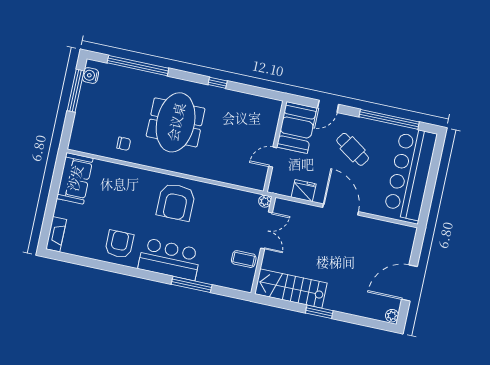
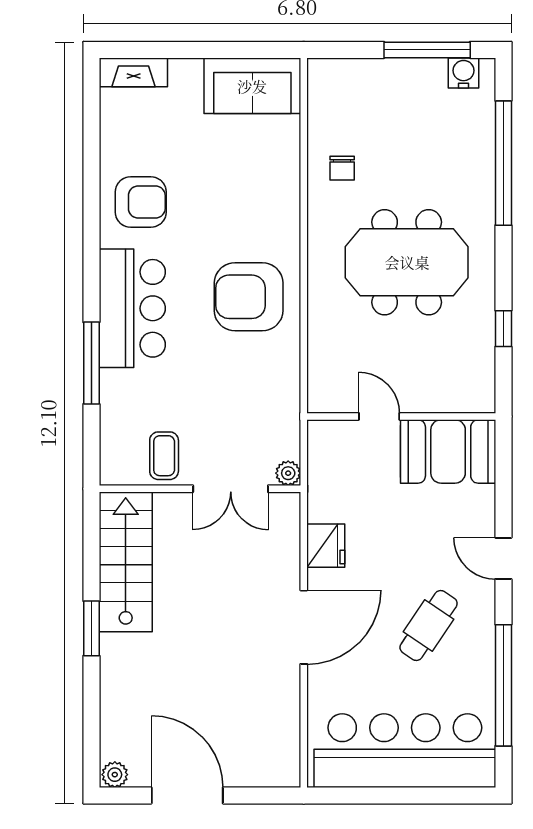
booth: (297, 127) -> (448, 451), moved
wall: (275, 146) -> (401, 416), moved
door: (273, 157) -> (379, 416), moved

